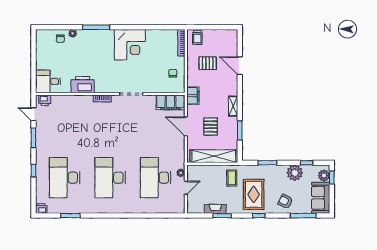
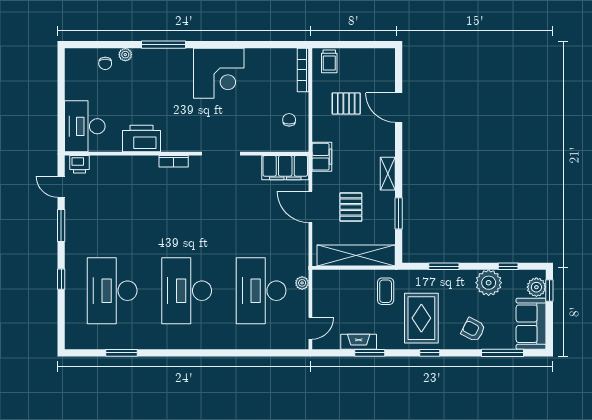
desk: (48, 81) -> (85, 126), width x1.37
door: (186, 188) -> (310, 328), moved
printer: (41, 208) -> (74, 341), removed

